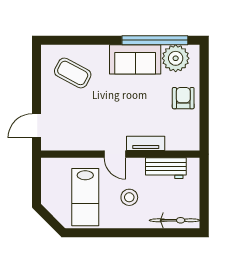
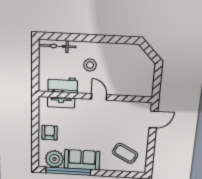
armchair: (183, 98) -> (50, 133), turned 180
tv unit: (146, 143) -> (61, 102), moved
lab bench: (85, 197) -> (122, 67), removed

